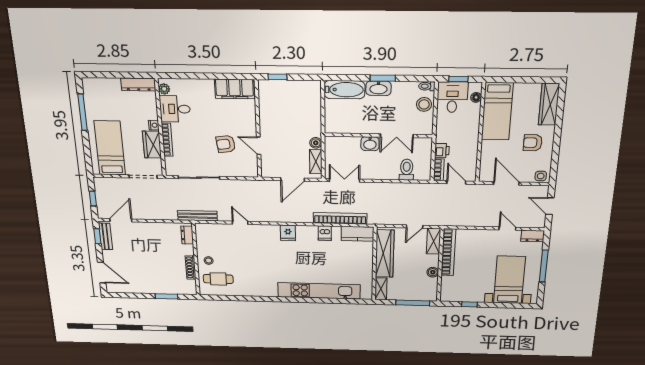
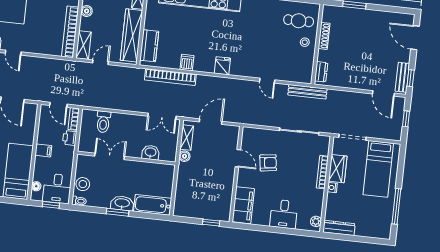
filing cabinet: (234, 89) -> (243, 205), moved, turned 90
desk: (175, 109) -> (284, 214), moved, turned 90
filing cabinet: (470, 135) -> (43, 150), added
washbasin: (370, 144) -> (151, 152), moved
door: (121, 220) -> (383, 93), hinge flipped
kitchen counter: (357, 234) -> (149, 46), moved, turned 90

